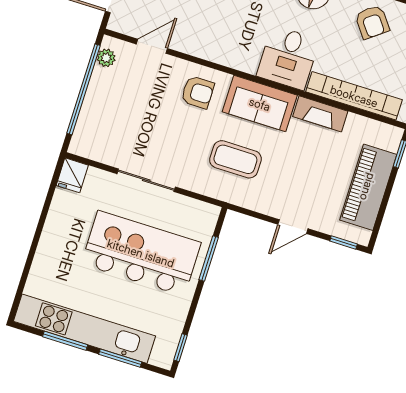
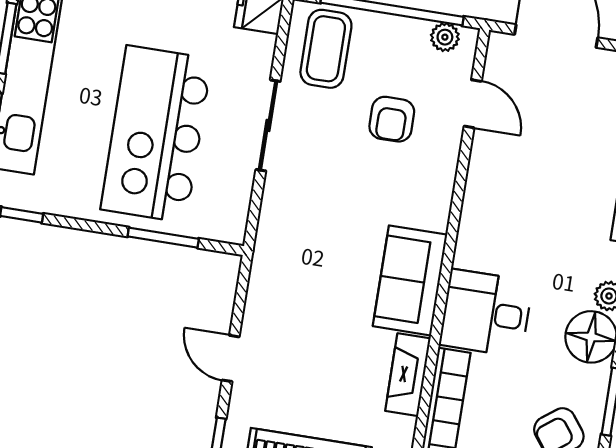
armchair: (198, 92) -> (392, 119), moved
coffee table: (235, 159) -> (326, 49), moved
kitchen island: (141, 253) -> (156, 134), turned 180

